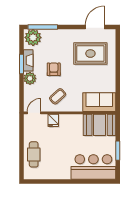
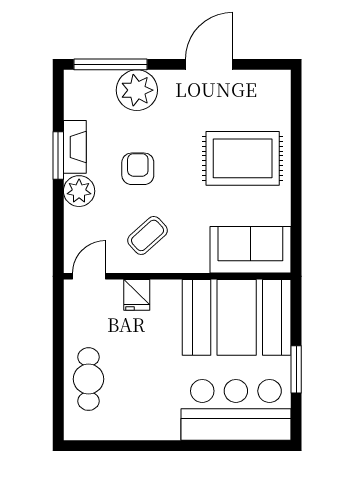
door: (95, 27) -> (209, 64), moved
plant: (33, 37) -> (137, 90), moved
rug: (90, 54) -> (243, 158), moved
booth: (100, 125) -> (237, 317), width x1.36, depth x1.42

